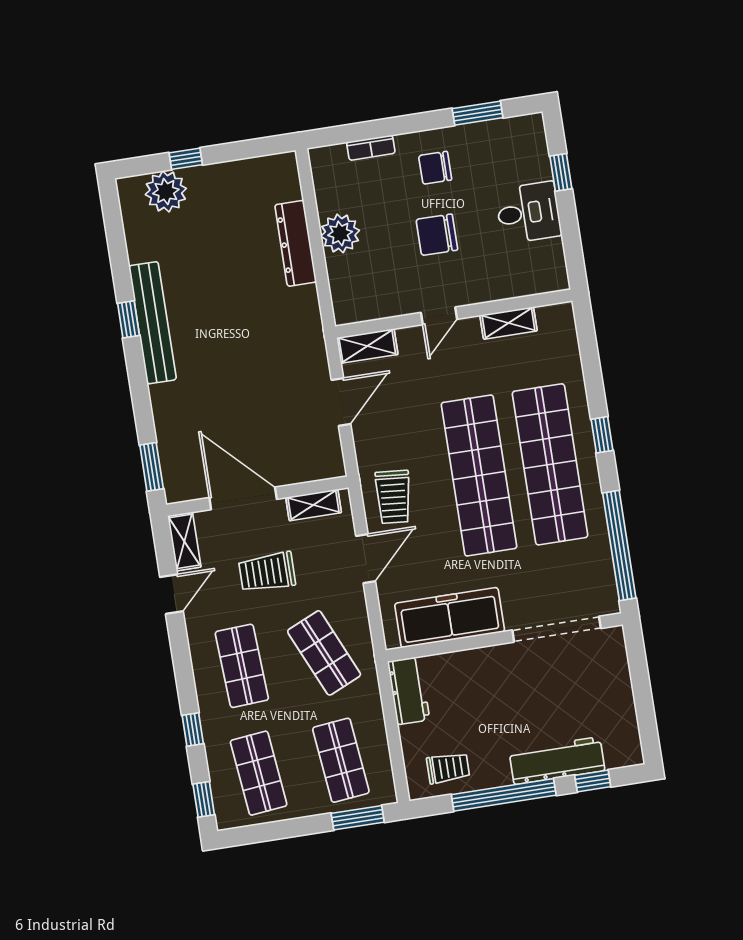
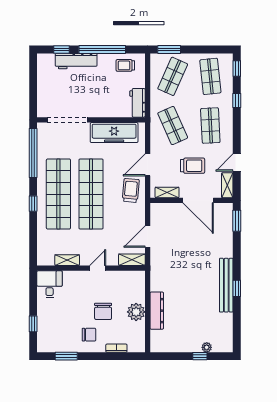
plant: (166, 191) -> (207, 347), width x0.53, depth x0.53
desk: (528, 213) -> (50, 284), moved, turned 90
chair: (437, 235) -> (103, 311), moved, turned 90
shop shelf: (341, 760) -> (173, 76), turned 30

